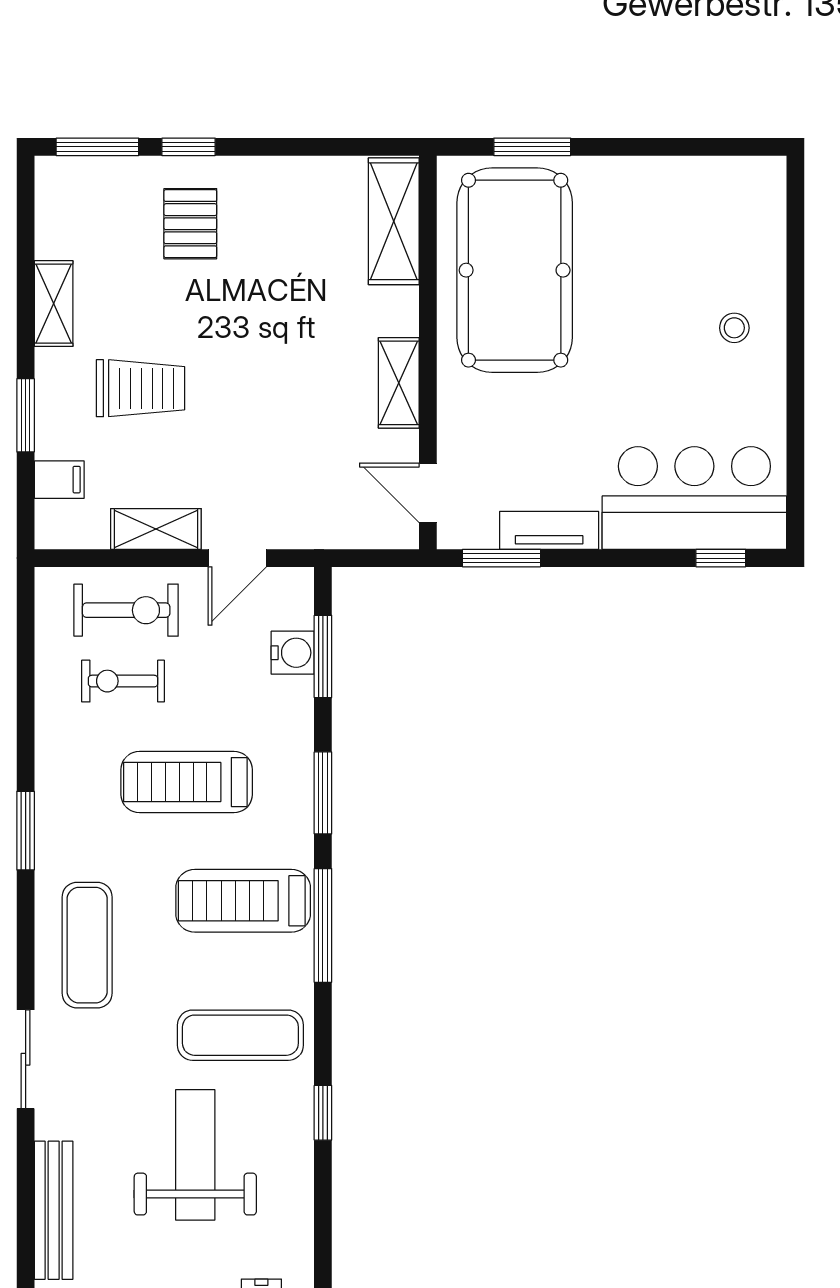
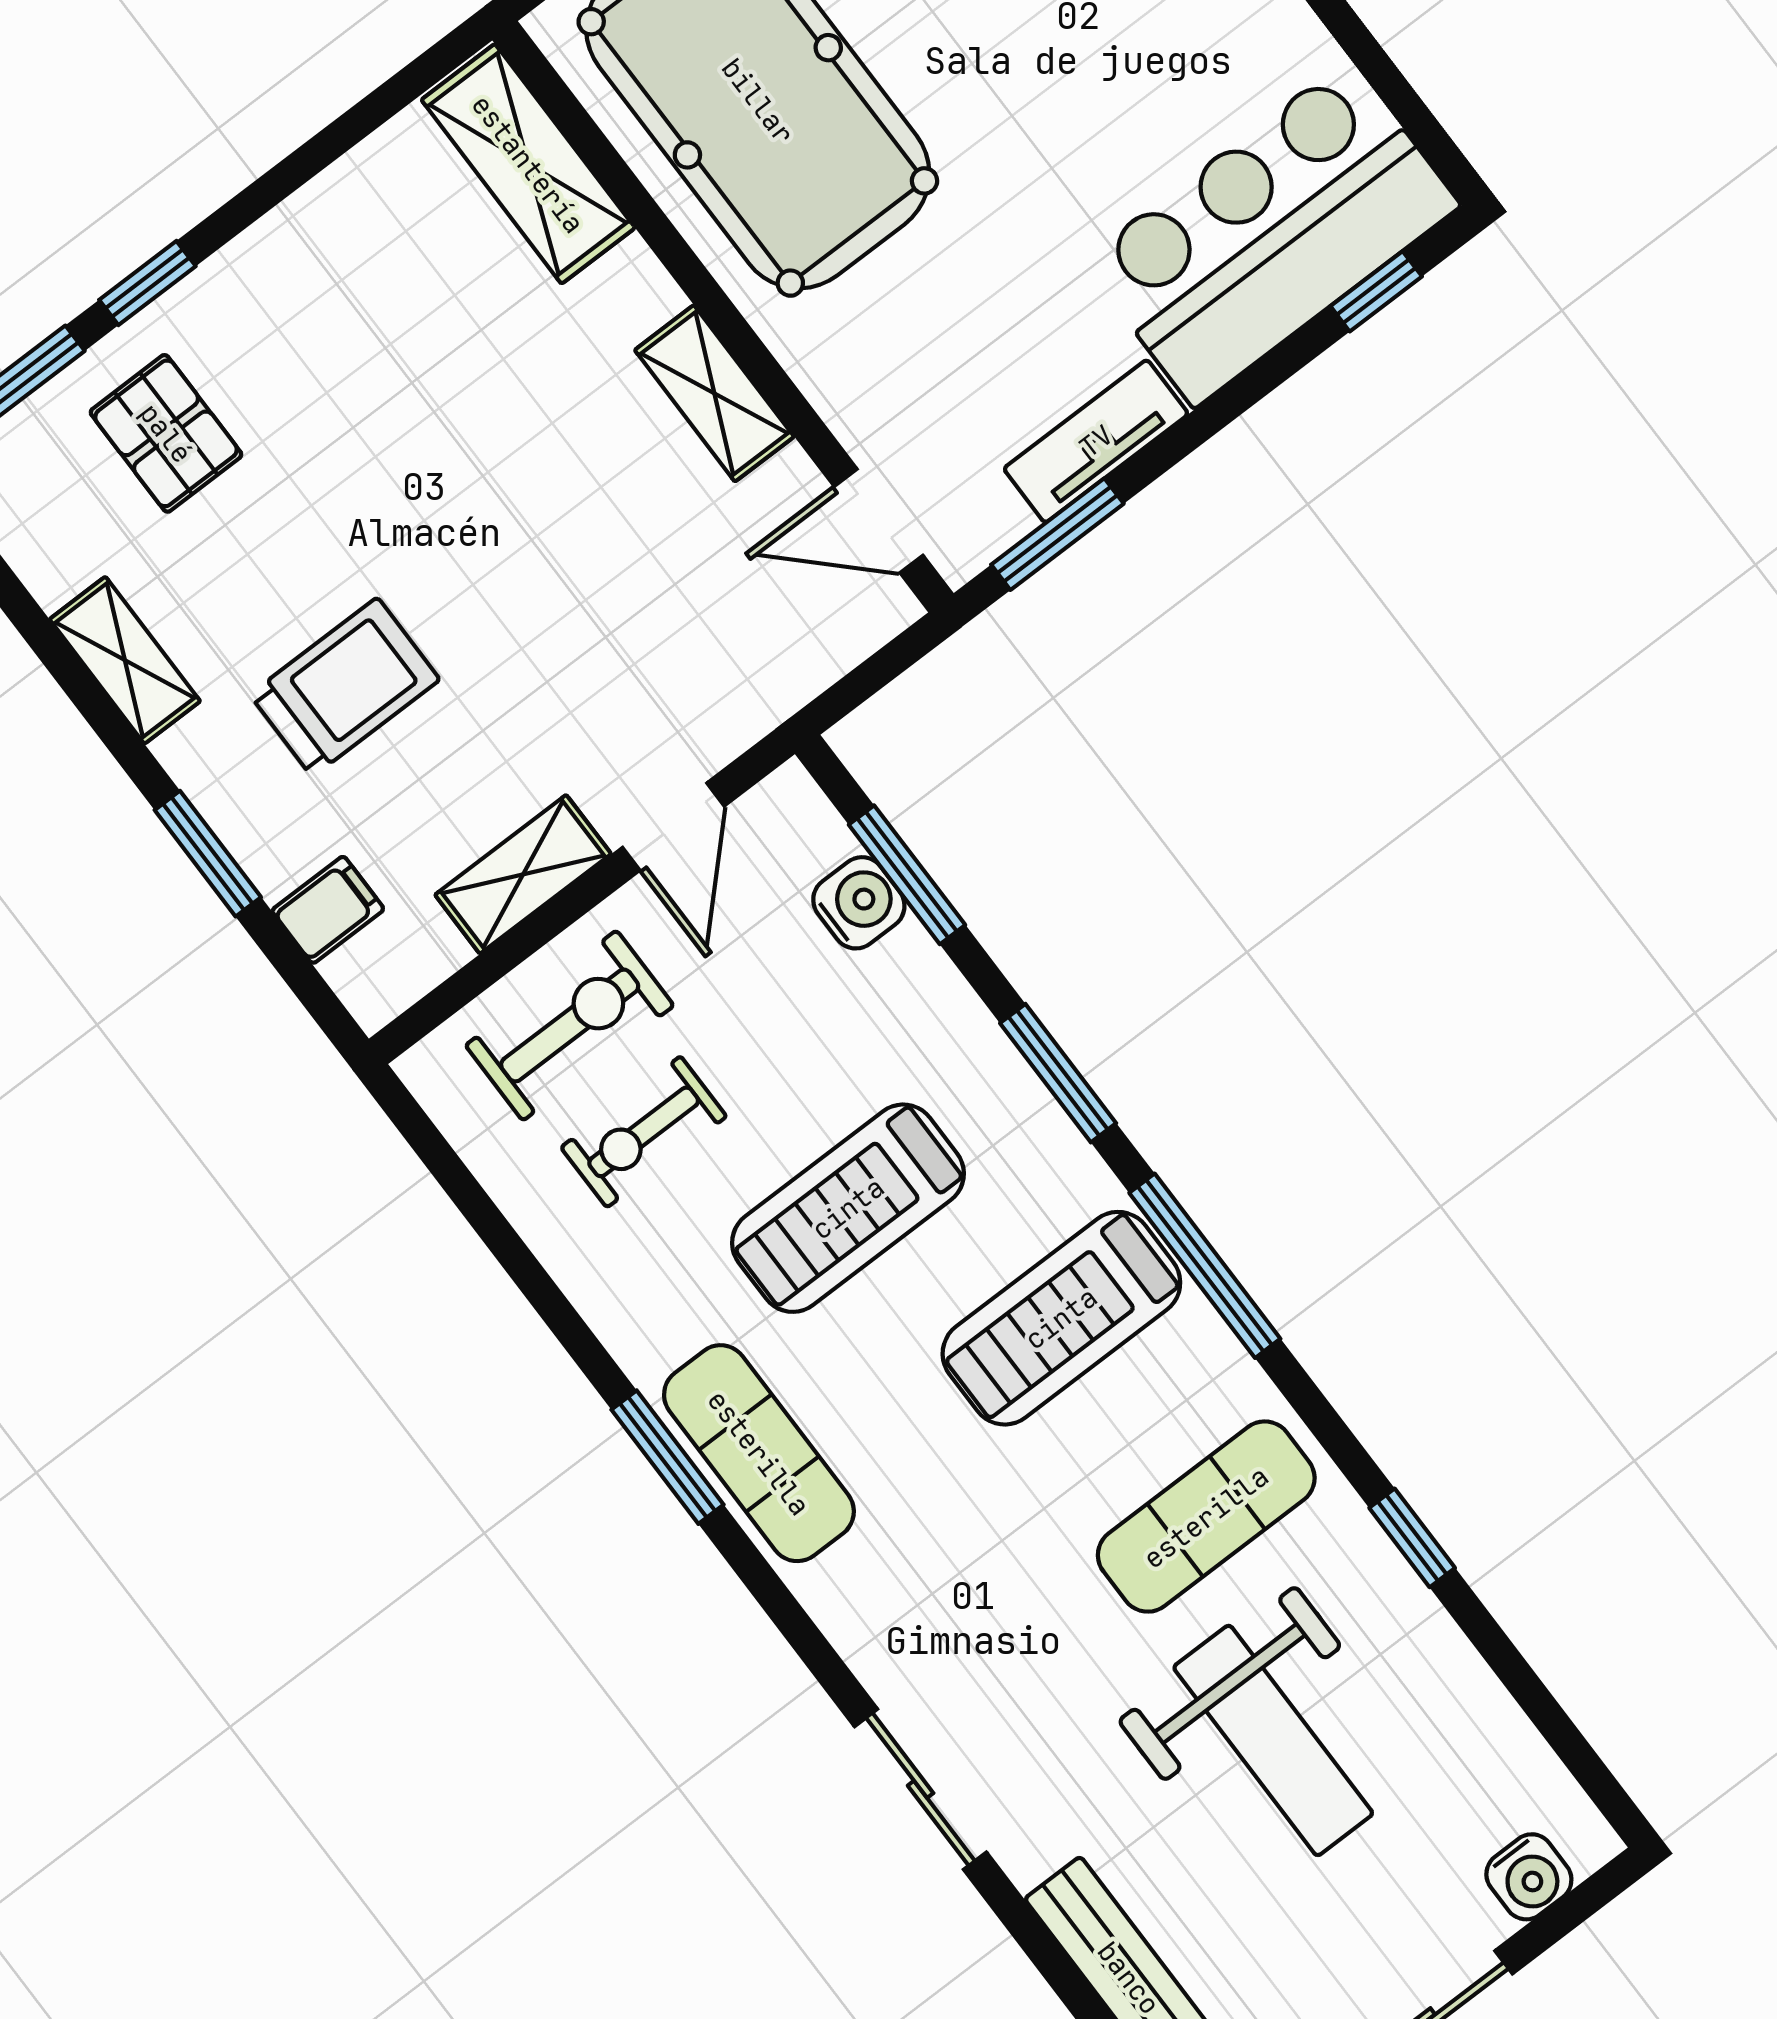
pallet: (190, 224) -> (166, 433), moved
exercise mat: (87, 945) -> (759, 1453), moved
weight bench: (195, 1155) -> (1273, 1740), turned 180

